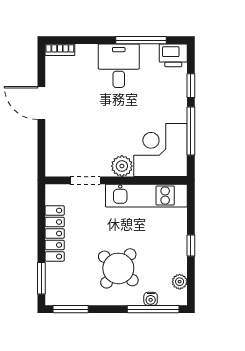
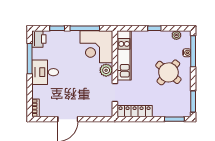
locker: (55, 233) -> (135, 111), moved

